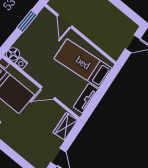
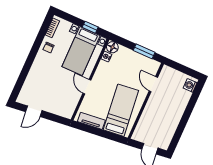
door: (65, 21) -> (153, 84), hinge flipped
wardrobe: (65, 126) -> (62, 110), removed

